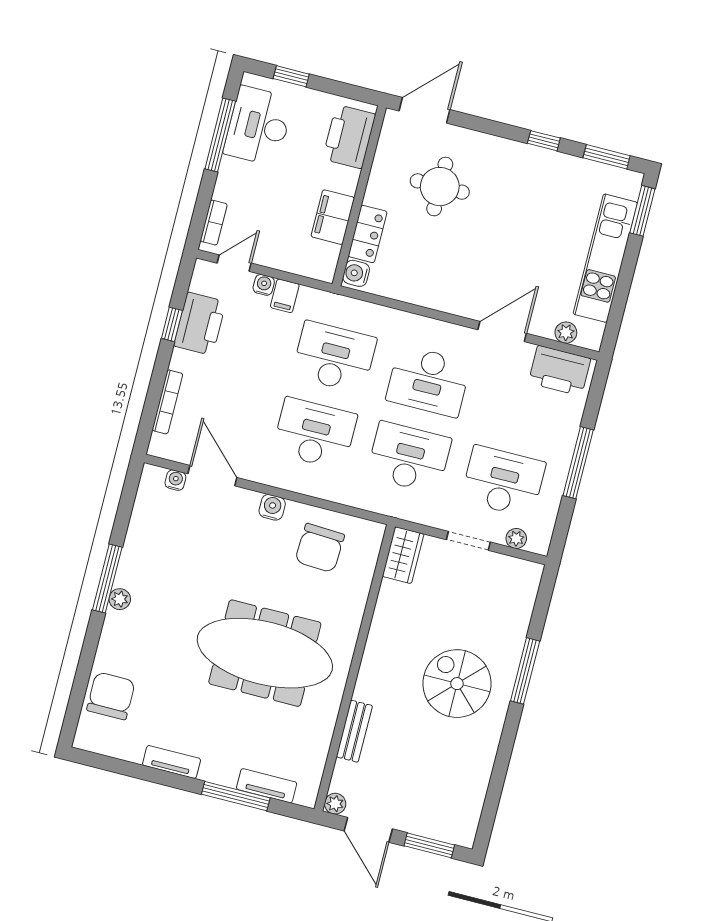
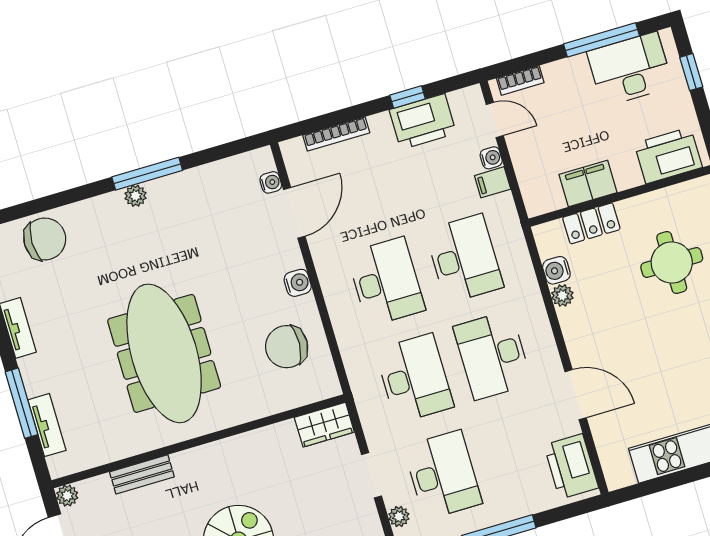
water cooler: (356, 273) -> (556, 270), moved, turned -90
plant: (566, 333) -> (562, 296), moved

